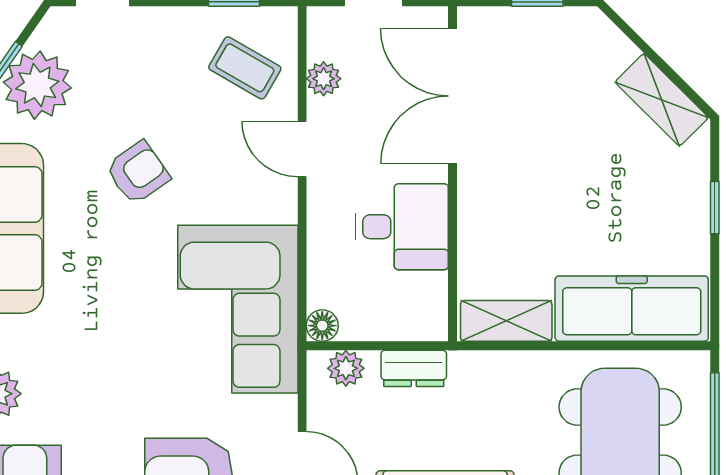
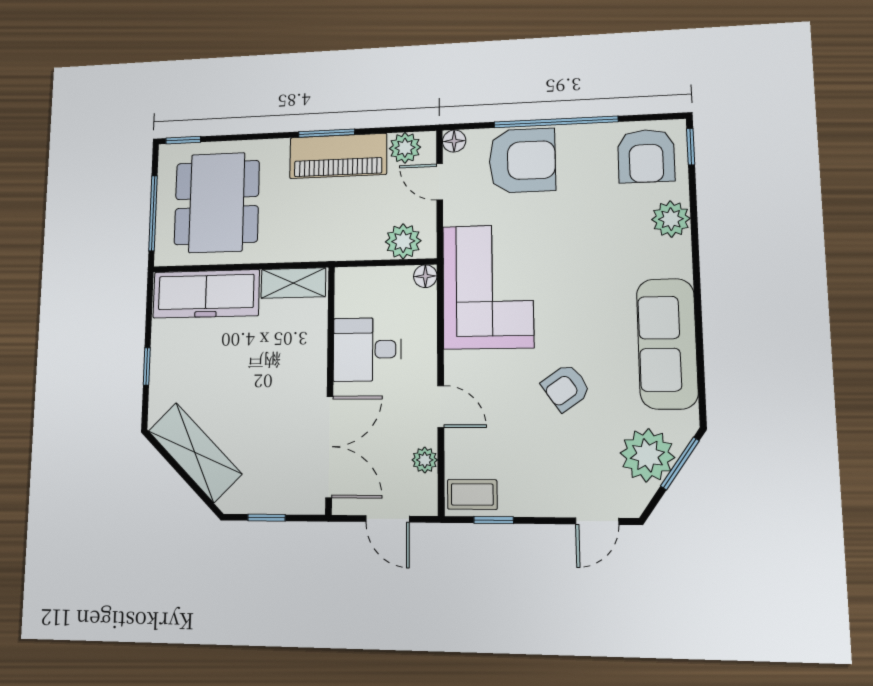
coffee table: (245, 68) -> (472, 494), moved, turned -30
shelving: (662, 100) -> (195, 452), width x1.50, depth x1.33
plant: (346, 368) -> (403, 241), width x1.38, depth x1.38
dresser: (414, 368) -> (359, 247), removed

